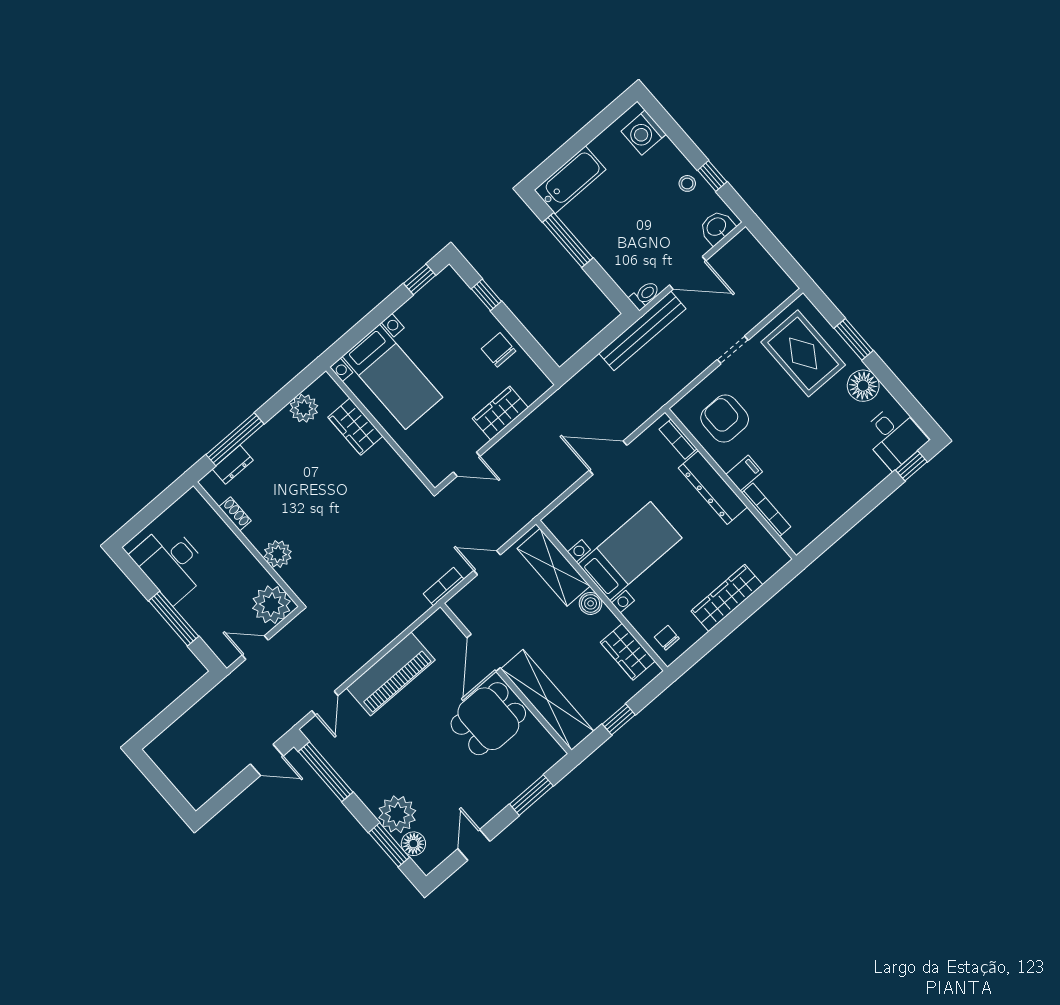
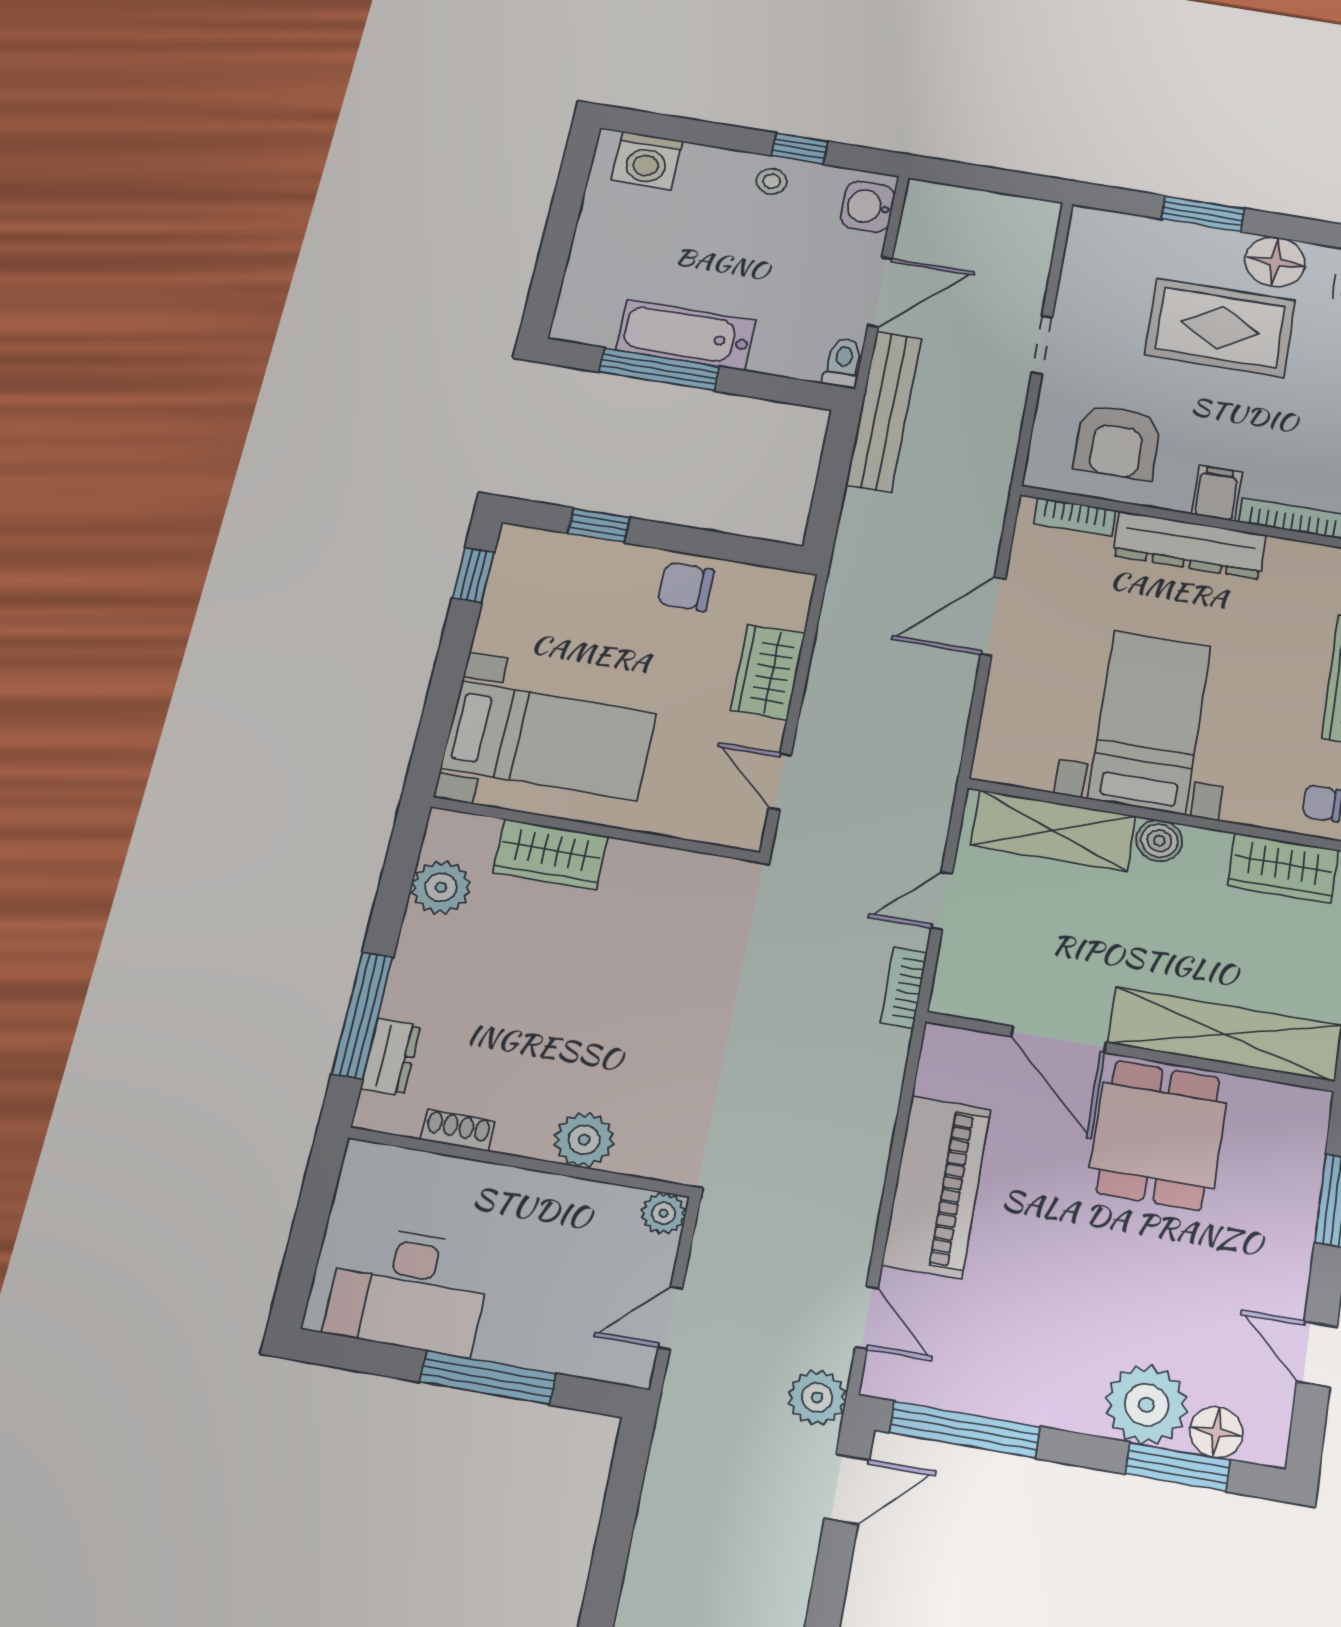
bathtub: (570, 180) -> (686, 335), moved, turned -90
rug: (803, 353) -> (1220, 328), moved
armchair: (725, 419) -> (1117, 442), turned -90
door: (467, 464) -> (780, 781), swing flipped
plant: (271, 605) -> (664, 1213), width x0.53, depth x0.53
plant: (283, 718) -> (817, 1397), added

